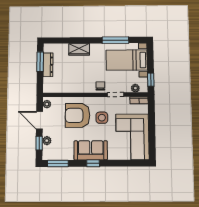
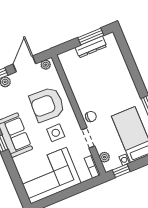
wardrobe: (79, 49) -> (123, 75), removed
armchair: (77, 115) -> (47, 104), turned -88

